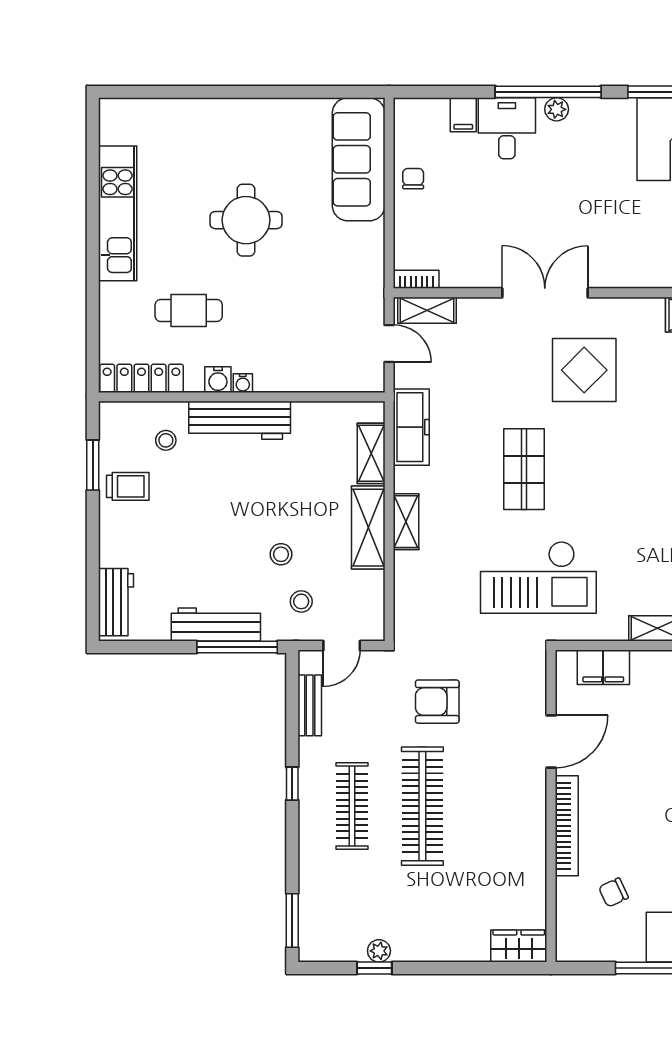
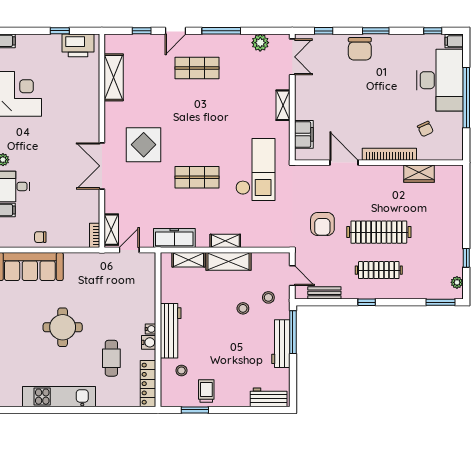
wardrobe: (519, 946) -> (419, 174), moved, turned -90
plant: (379, 951) -> (457, 282), moved

